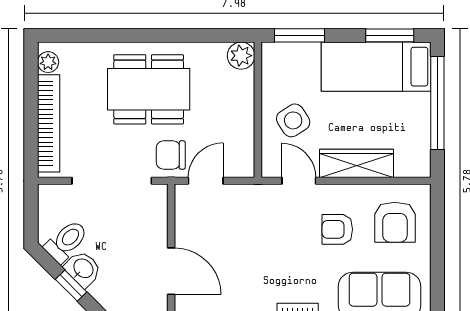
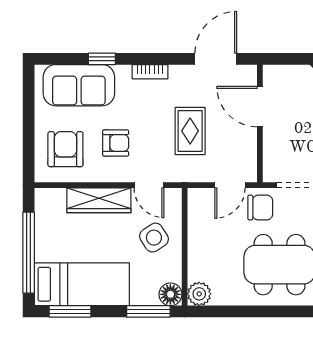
floor lamp: (274, 55) -> (170, 294), added
rug: (252, 243) -> (190, 131), added

